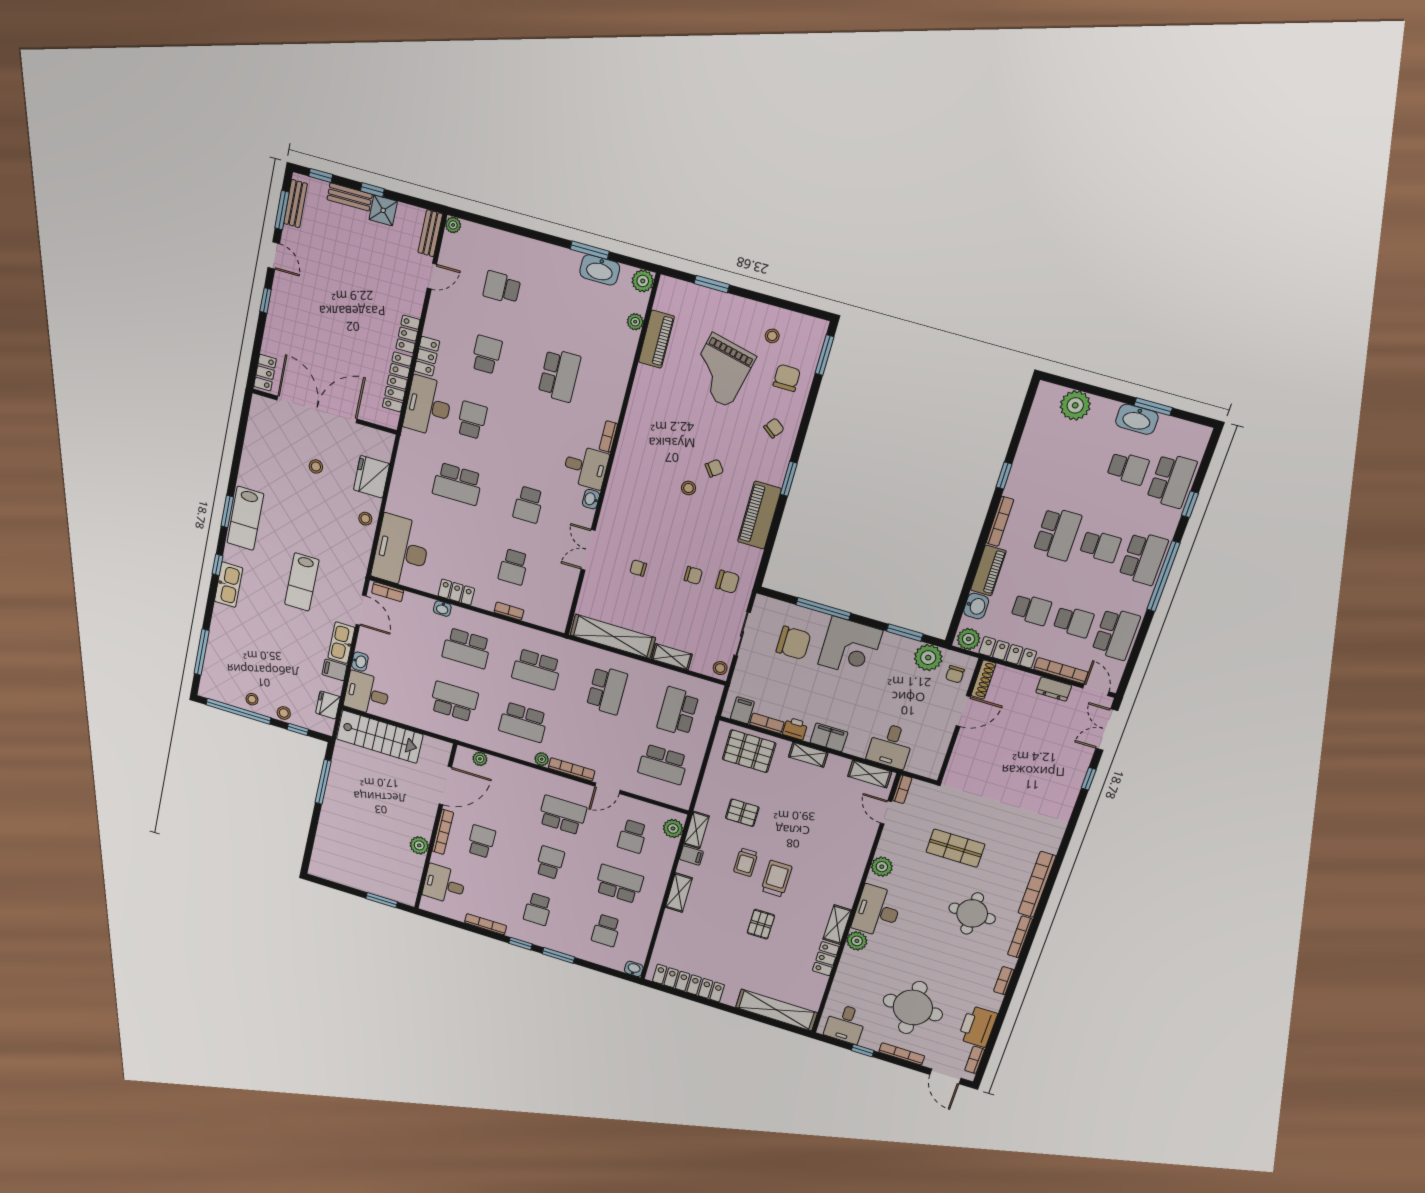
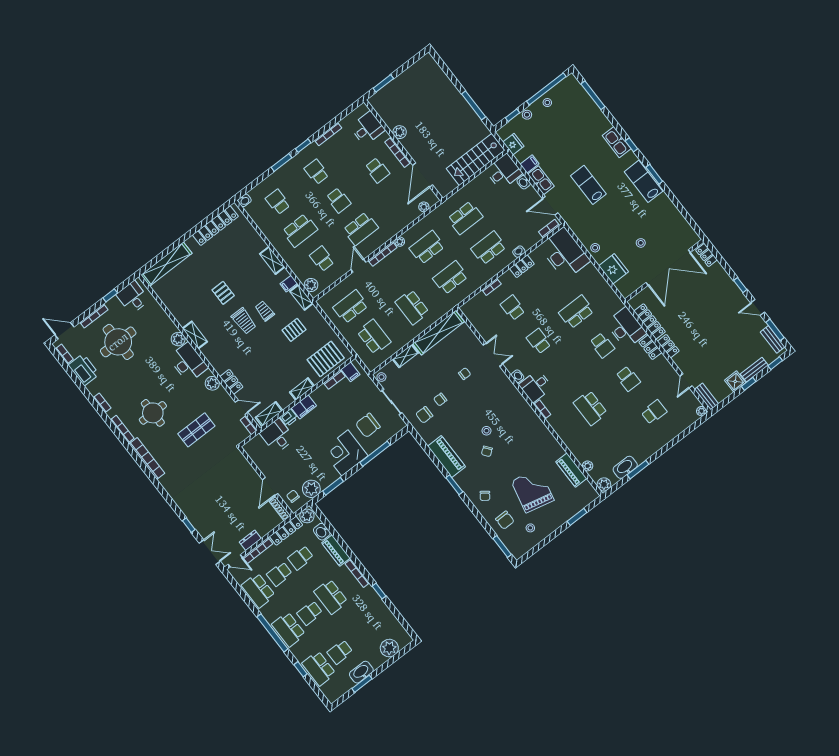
printer: (795, 729) -> (289, 418), moved
locker: (826, 959) -> (231, 382), moved

